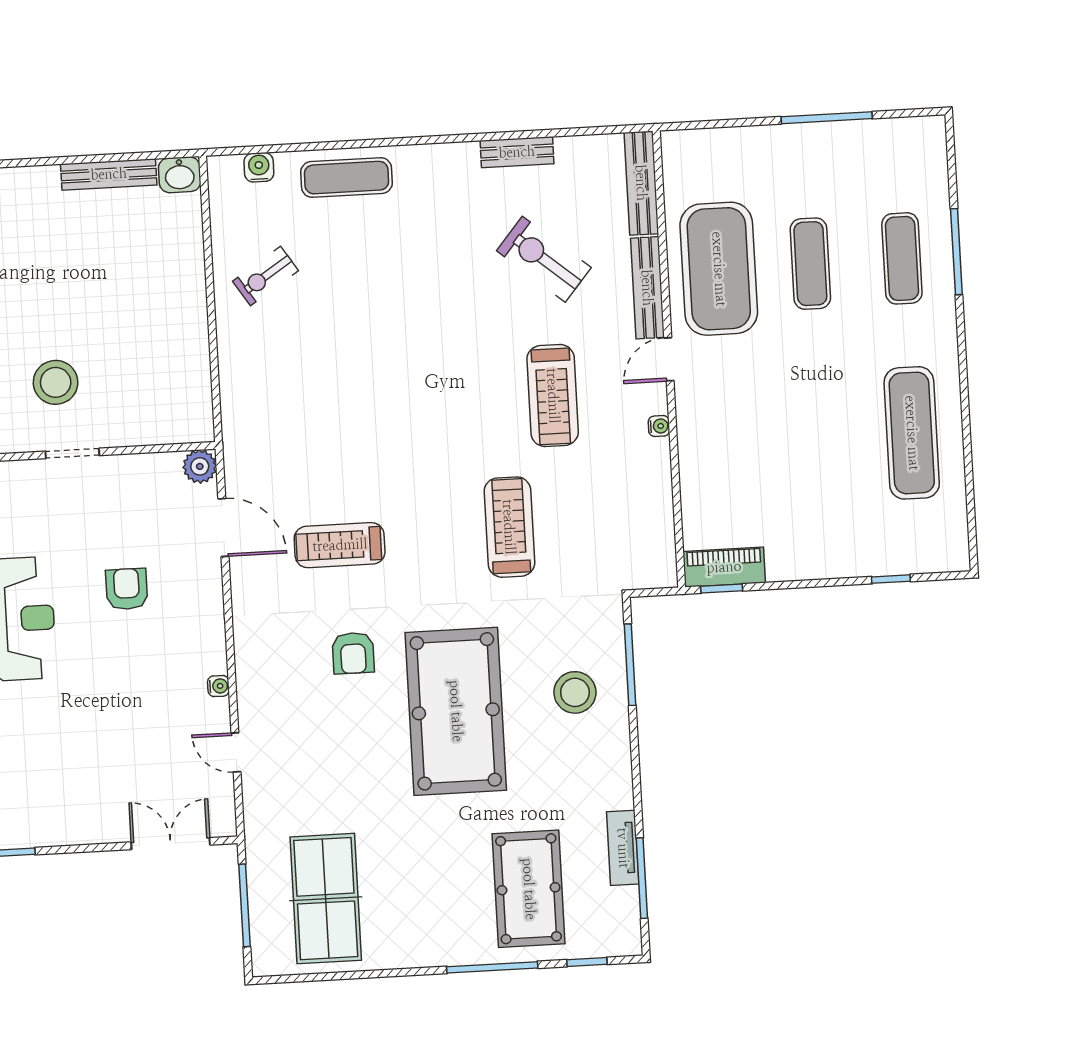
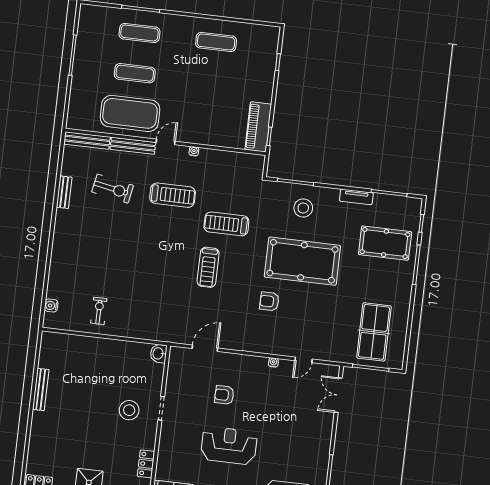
bench: (109, 174) -> (41, 389), moved
washbasin: (180, 175) -> (158, 353), moved, turned 180
exercise mat: (346, 178) -> (62, 268), removed
exercise bike: (544, 259) -> (113, 189), turned -119
exercise bike: (266, 276) -> (99, 311), turned -147
door: (669, 359) -> (166, 142), swing flipped
exercise mat: (912, 433) -> (216, 42), width x0.73, depth x0.69
plant: (200, 466) -> (177, 354), removed
treadmill: (340, 545) -> (208, 267), moved
piano: (724, 567) -> (258, 127), width x1.37, depth x1.33
armchair: (353, 653) -> (269, 301), turned 180
tv unit: (623, 848) -> (356, 197), moved
table tennis table: (326, 899) -> (374, 332), turned 90

